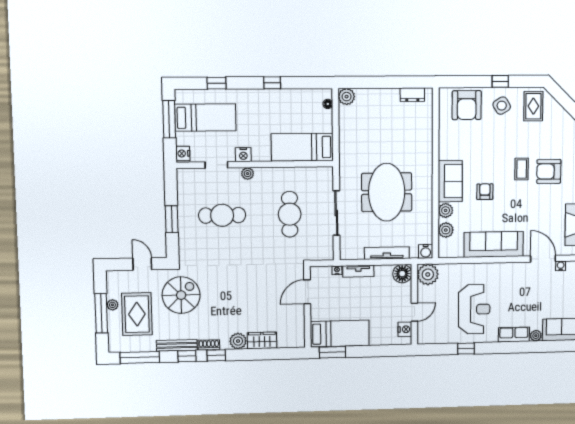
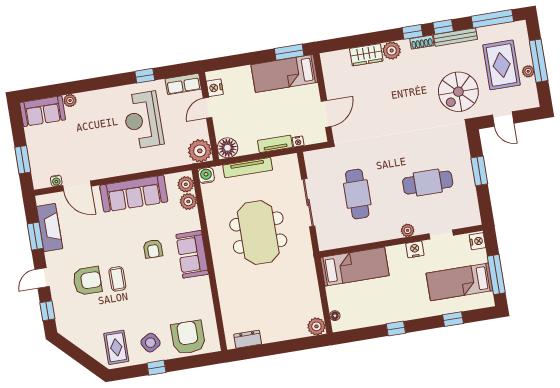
plant: (446, 210) -> (186, 184), moved
row of seats: (514, 334) -> (183, 84), moved

